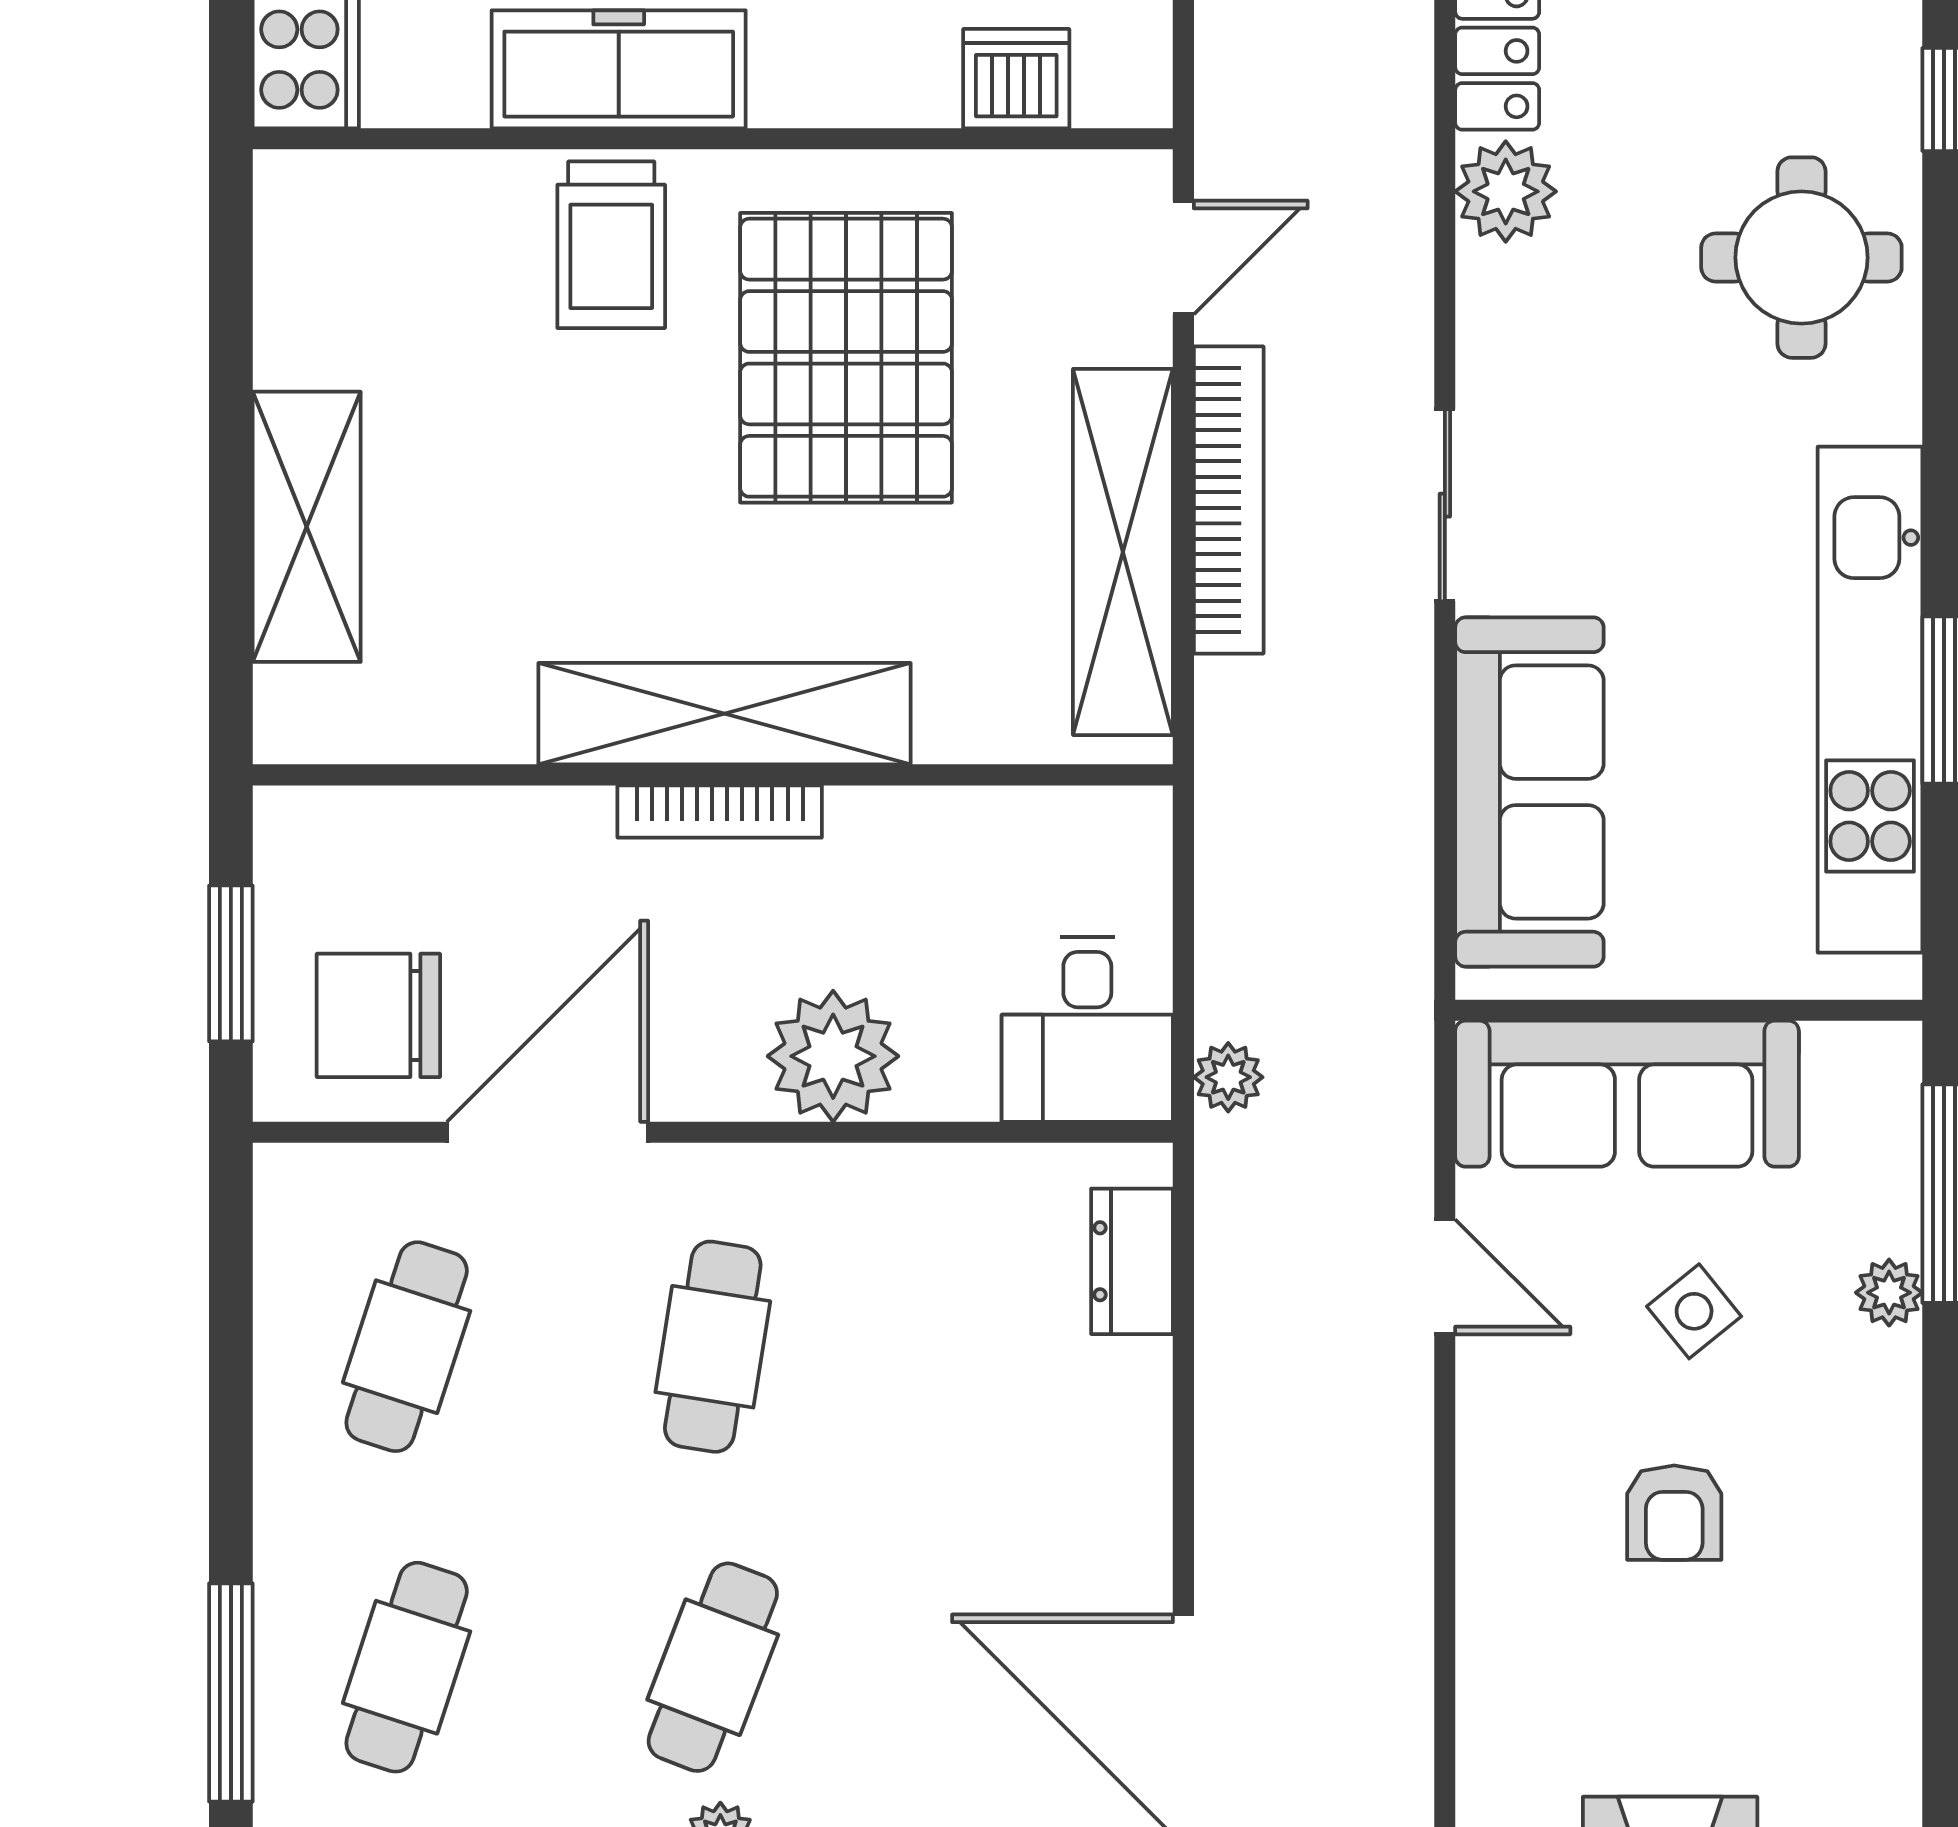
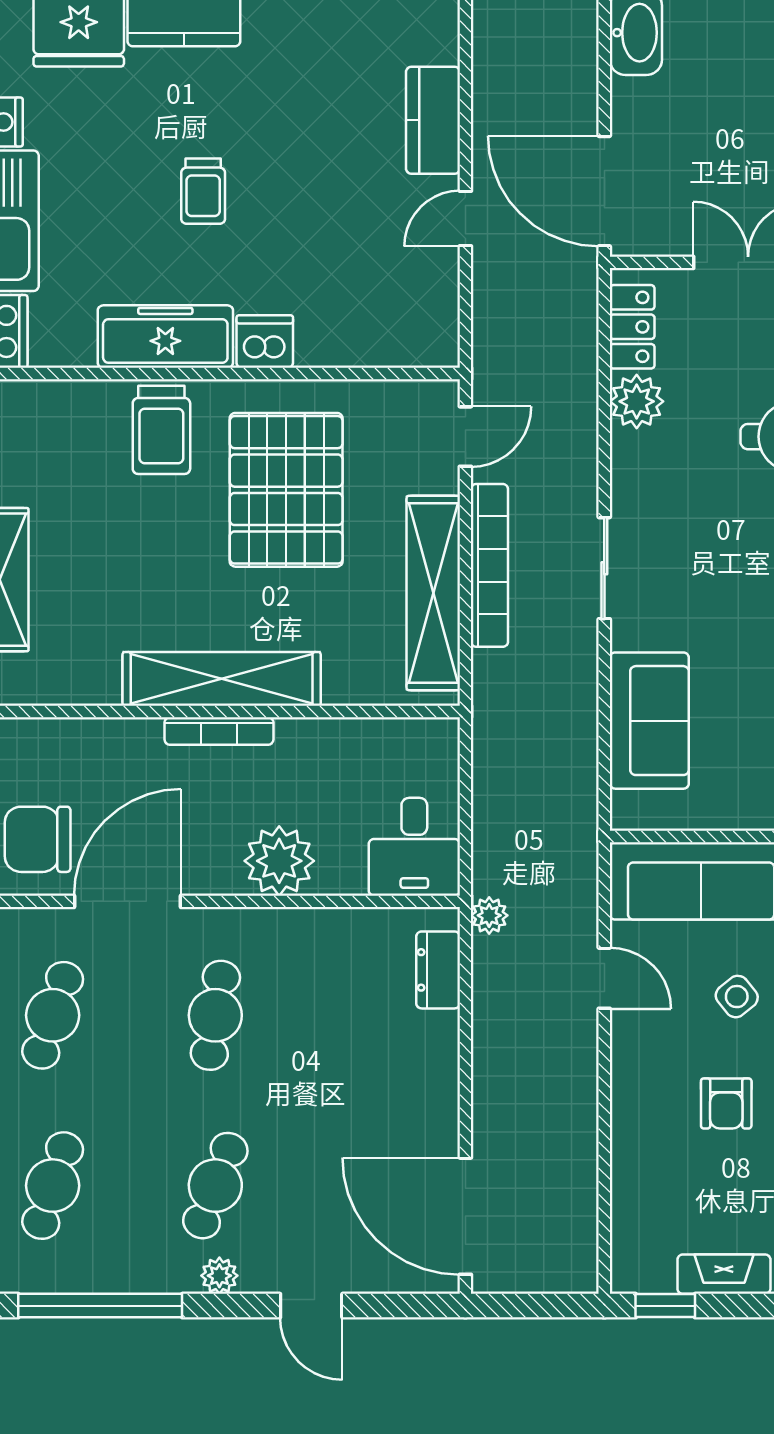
dishwasher: (1016, 79) -> (265, 342), moved
sofa: (1529, 792) -> (649, 721), width x0.73
plant: (1228, 1077) -> (489, 915), moved

